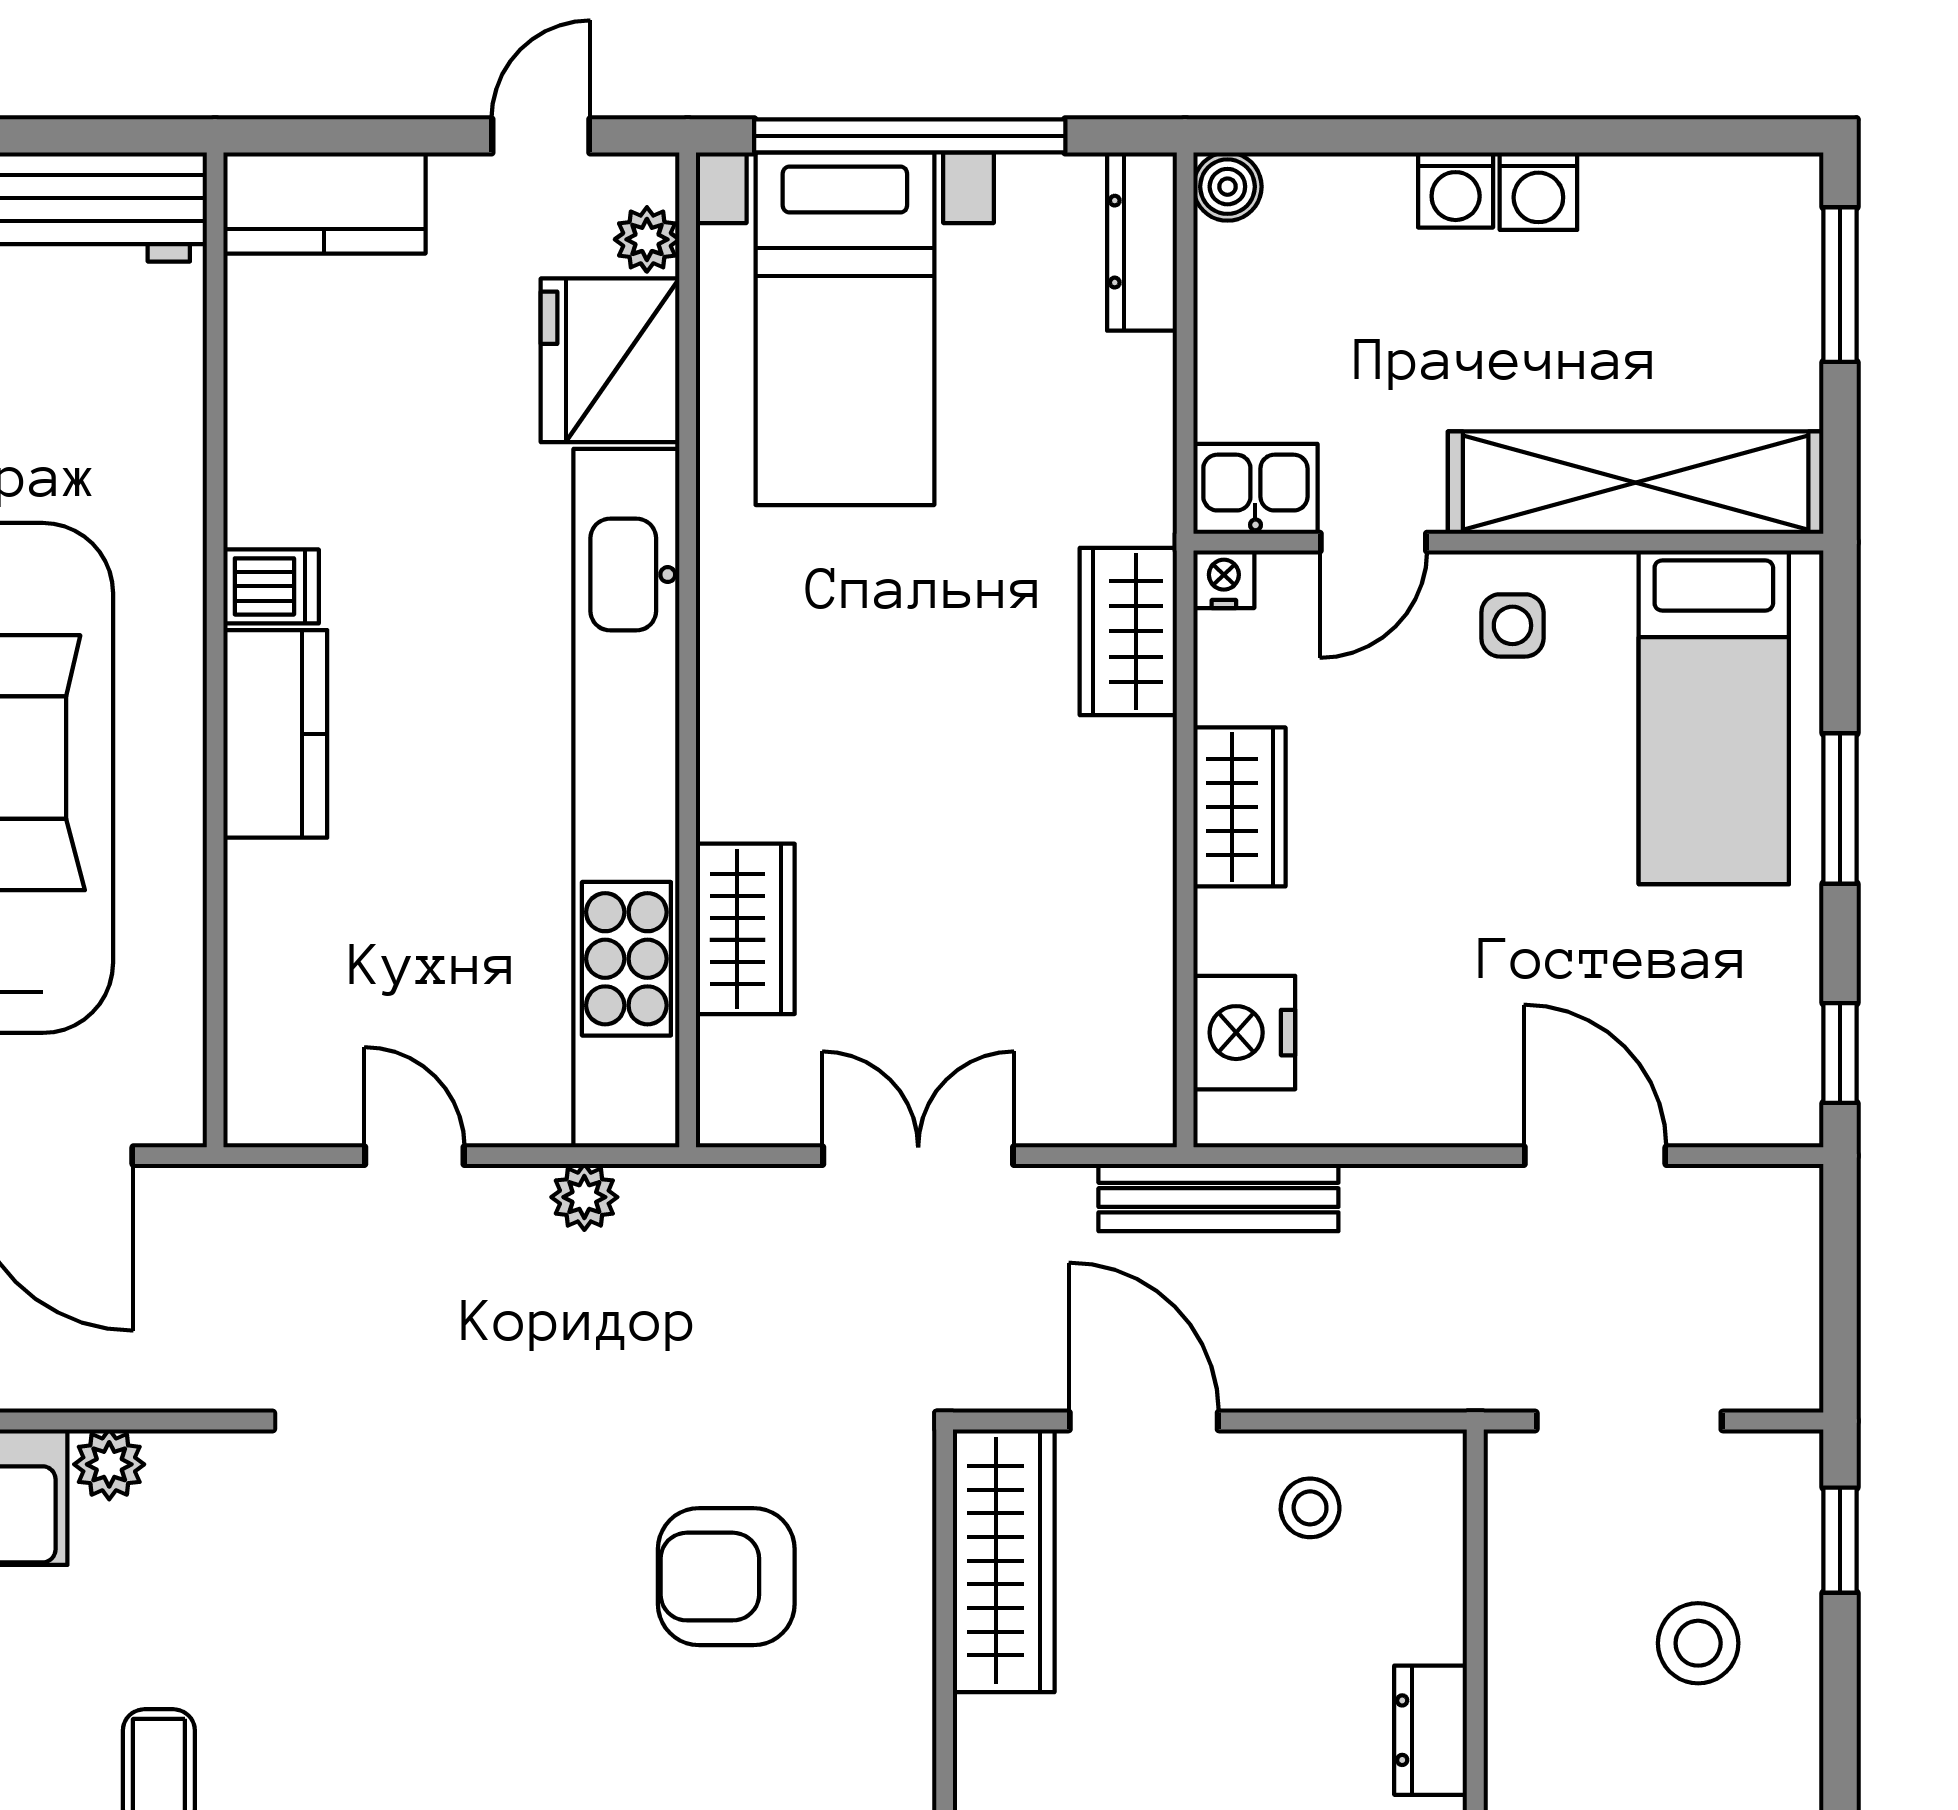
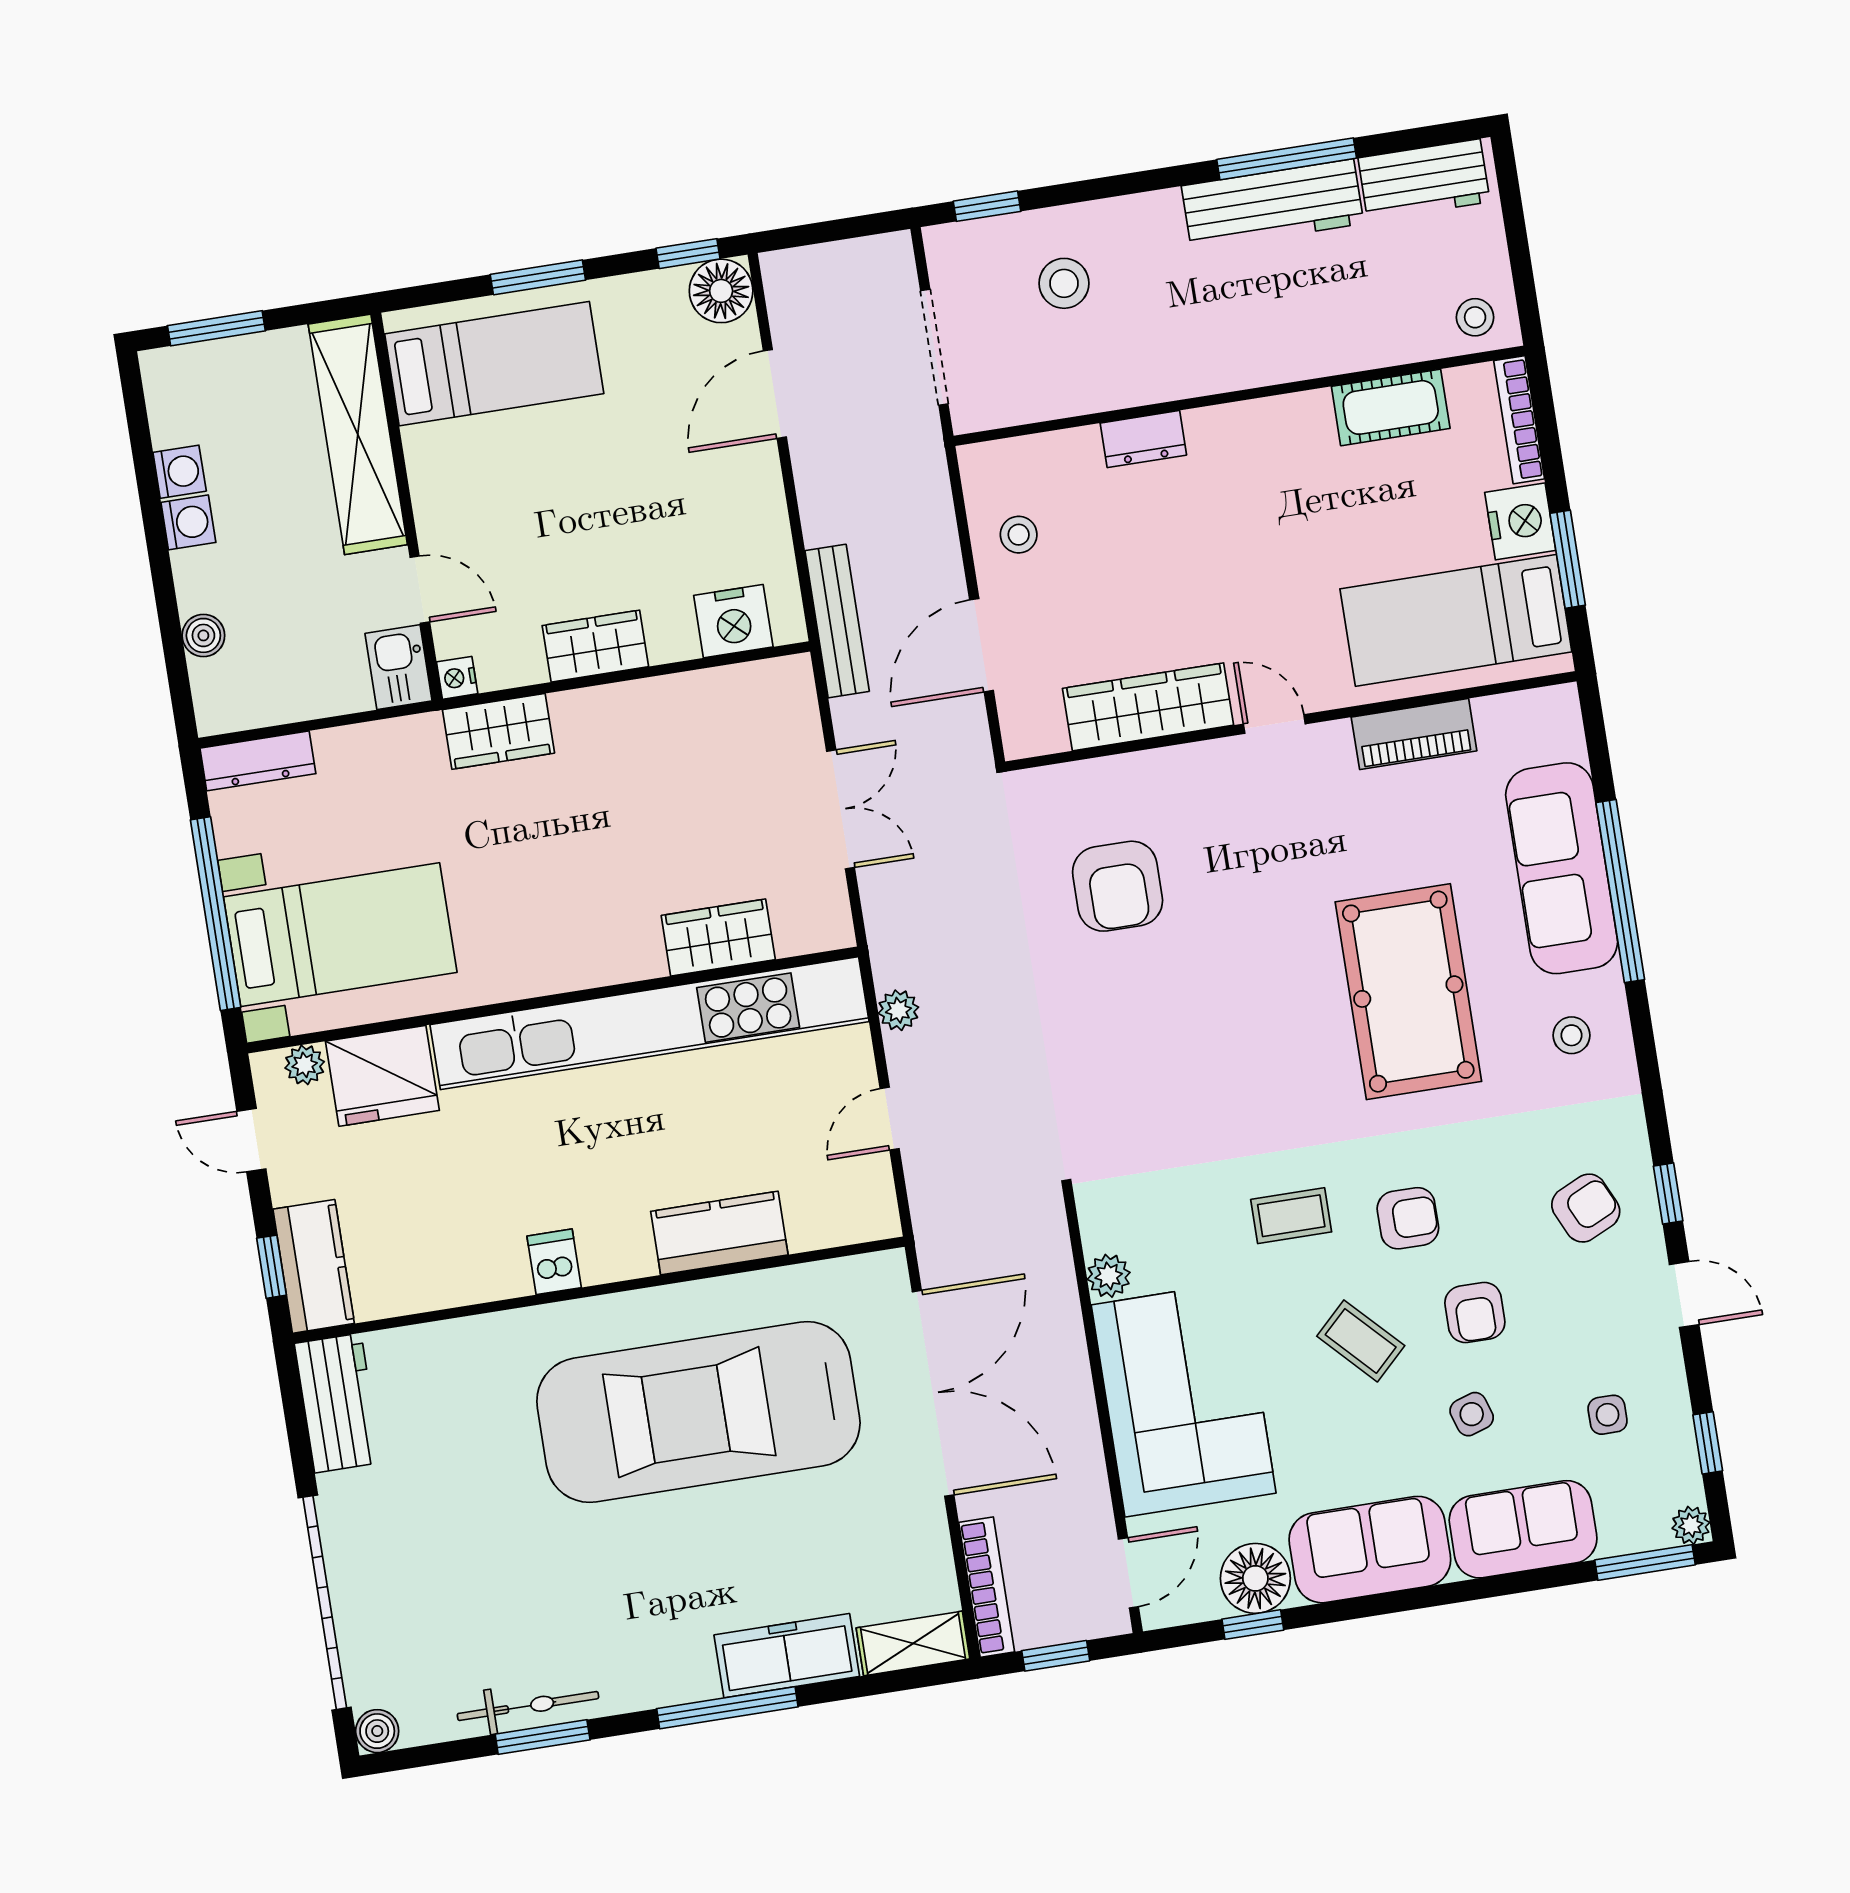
window: (334, 136) -> (271, 1267), added
boiler: (1227, 187) -> (203, 635), moved
washing machine: (1456, 190) -> (180, 472), moved
side table: (1512, 625) -> (457, 496), removed
kitchen counter: (275, 734) -> (719, 1233), moved
floor lamp: (1772, 1096) -> (721, 291), added
double door: (918, 1156) -> (841, 809), swing flipped
wardrobe: (1004, 1561) -> (1148, 707), moved

